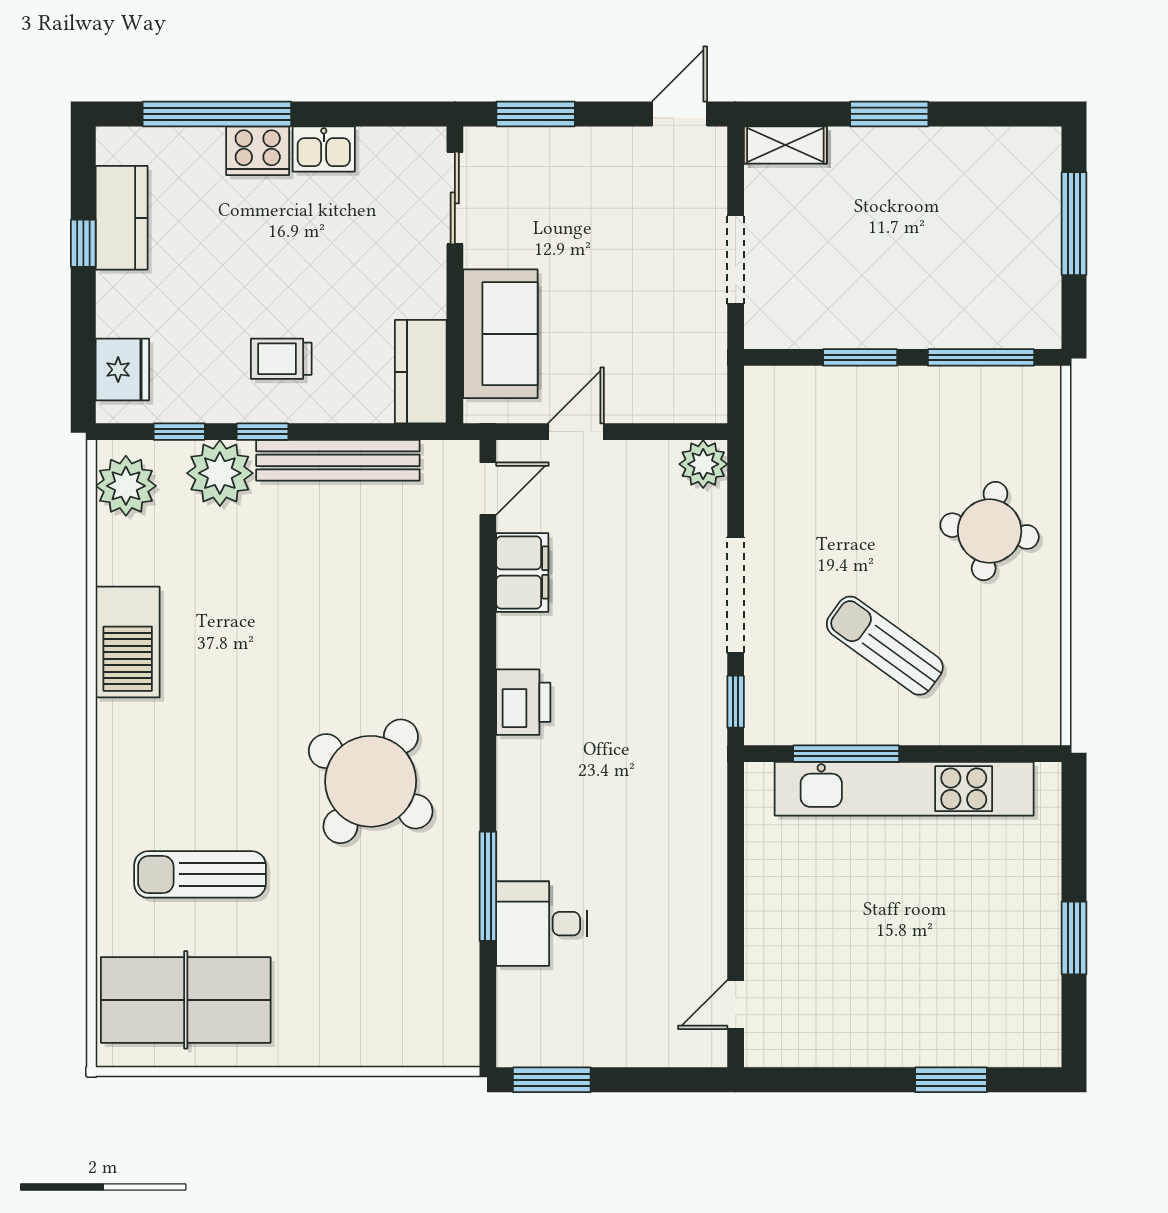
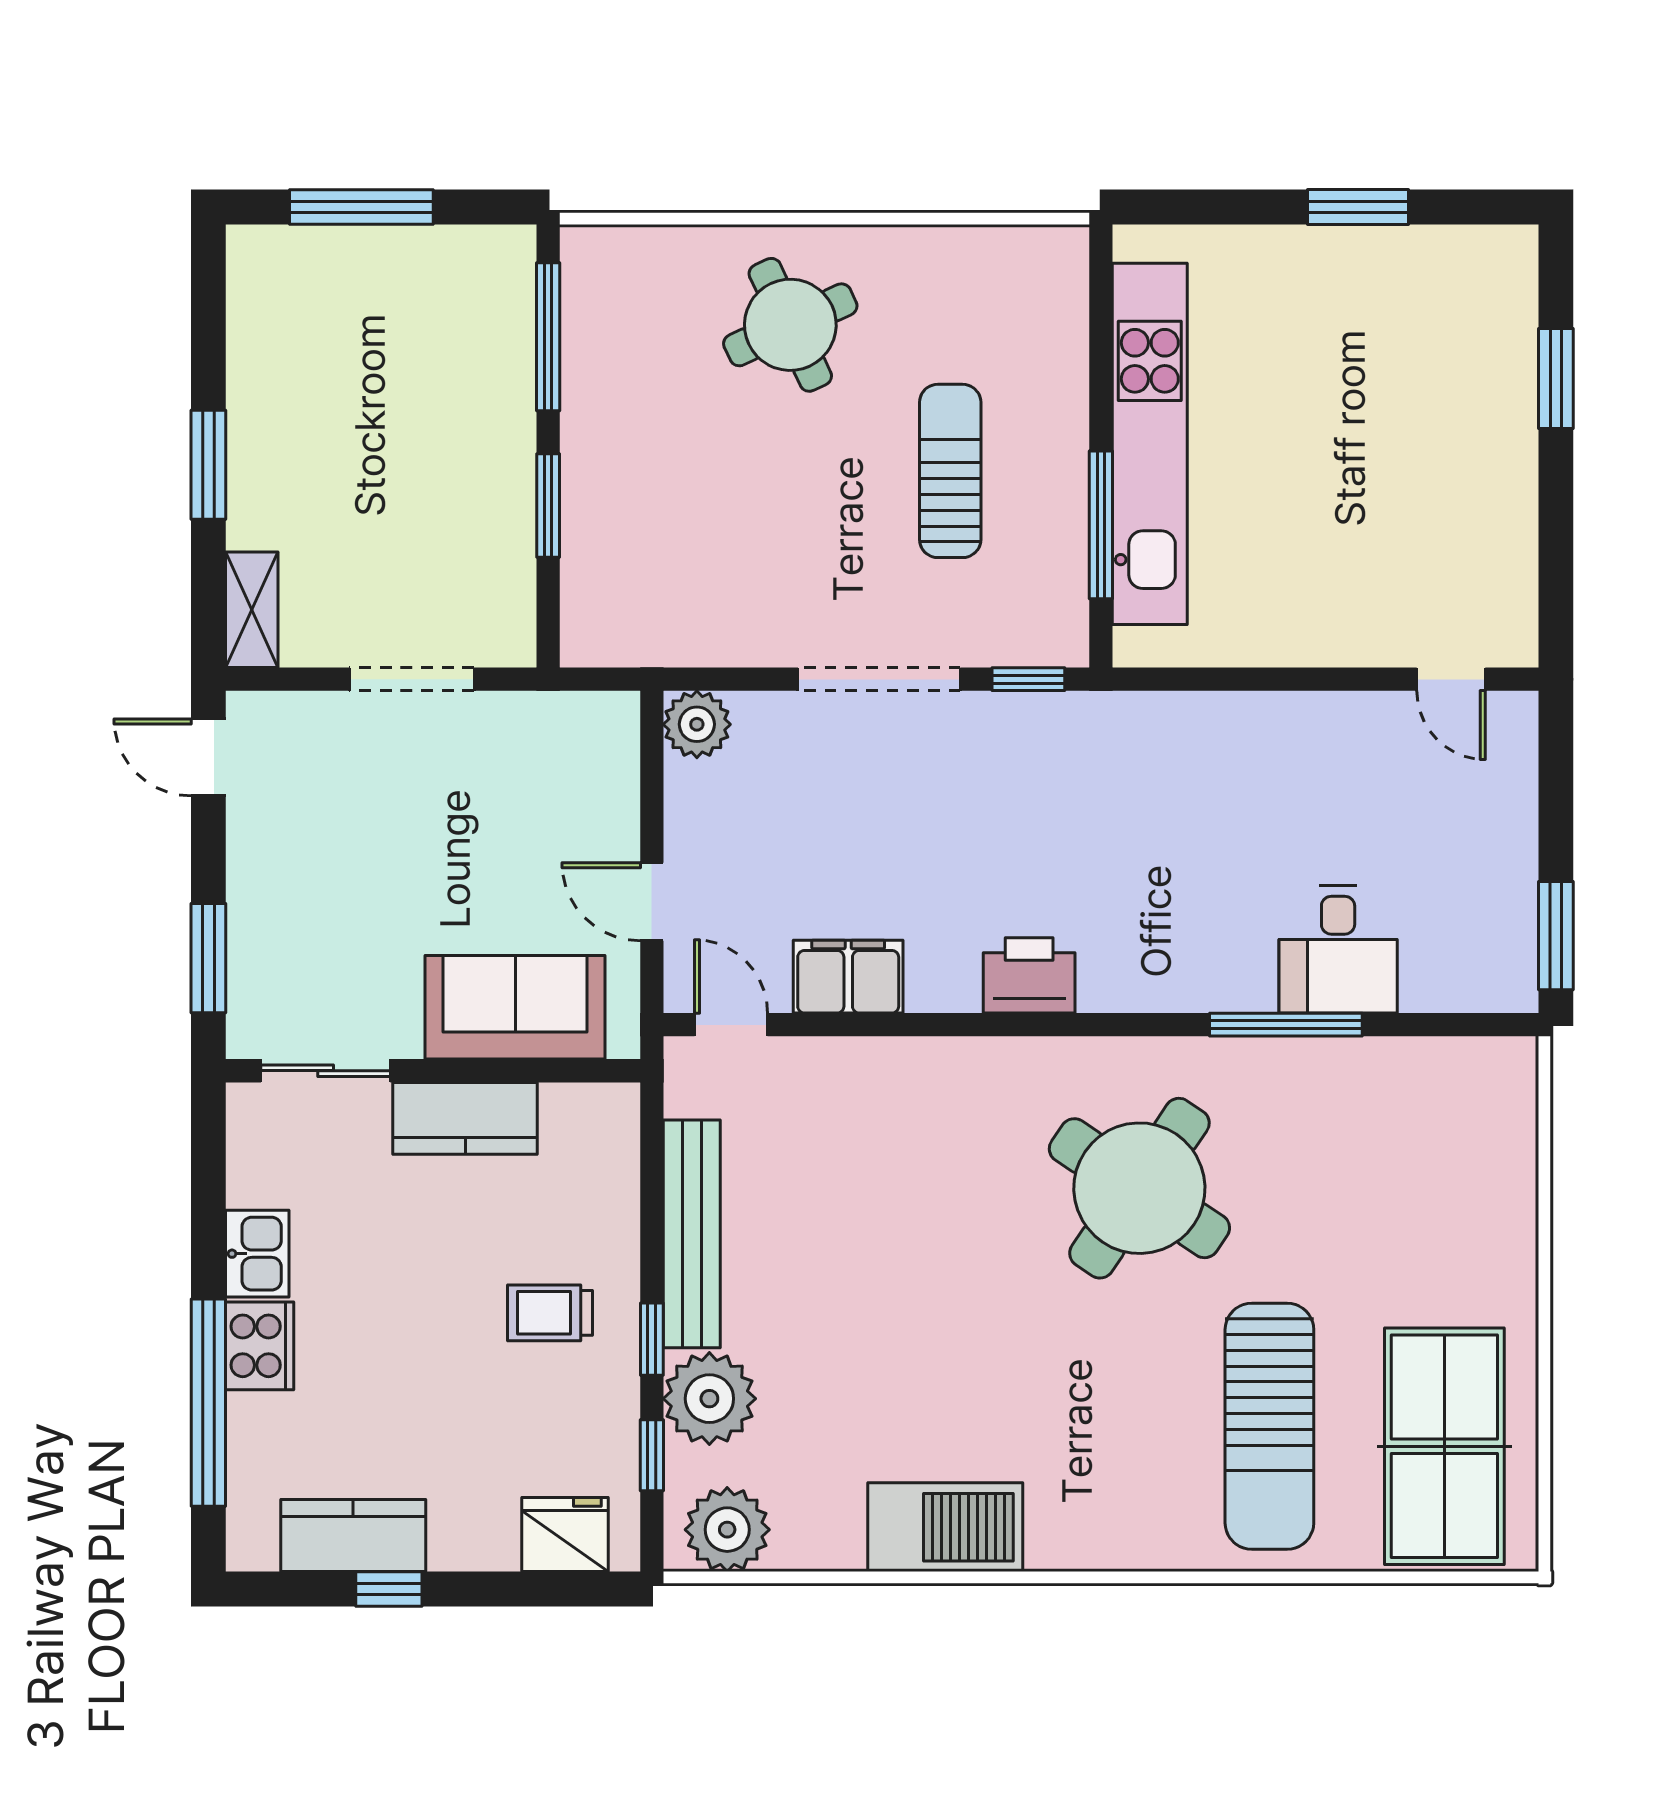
trolley: (281, 359) -> (550, 1313), turned 90
kitchen counter: (421, 372) -> (465, 1118), moved
round table: (990, 531) -> (790, 325), turned -34
sun lounger: (885, 646) -> (950, 471), turned 144
sun lounger: (200, 874) -> (1269, 1426), width x1.36, depth x1.34

